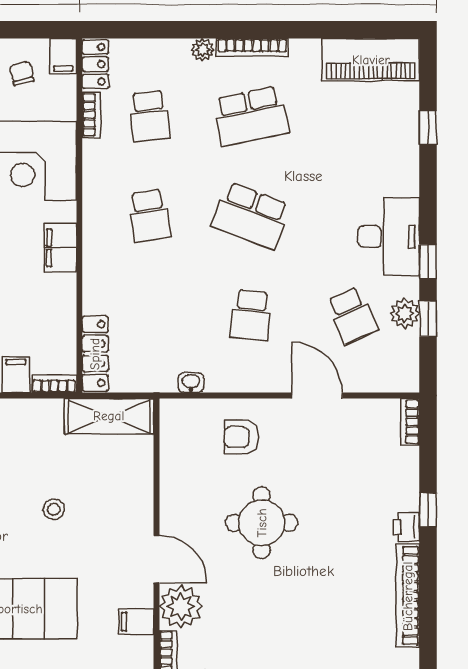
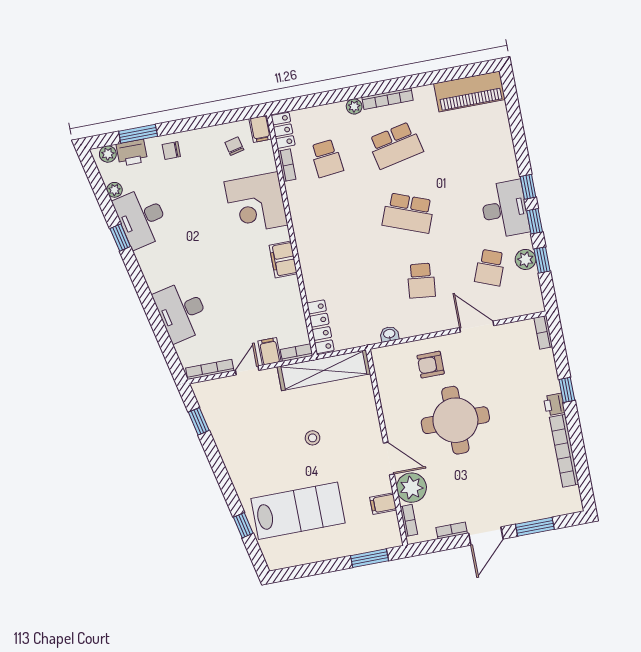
window: (428, 128) -> (528, 187), moved
school desk: (150, 216) -> (340, 226), removed
school desk: (352, 315) -> (490, 267), turned 45
shelving: (109, 416) -> (324, 370), width x1.47
round table: (262, 523) -> (455, 420), width x1.36, depth x1.36

